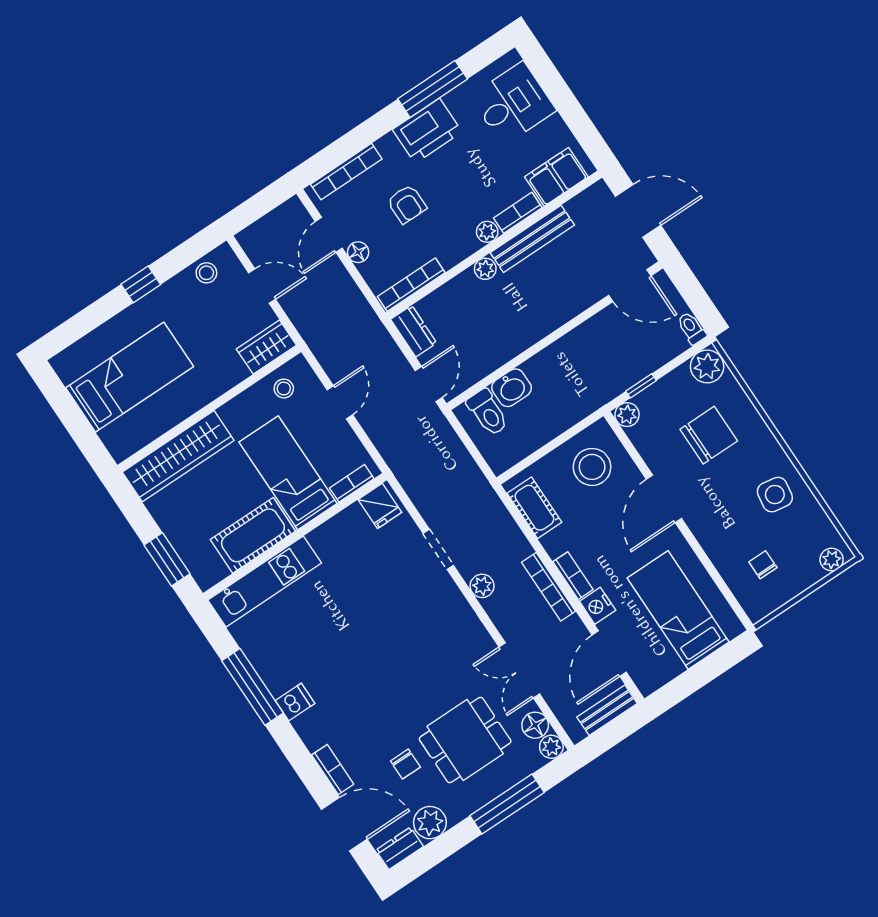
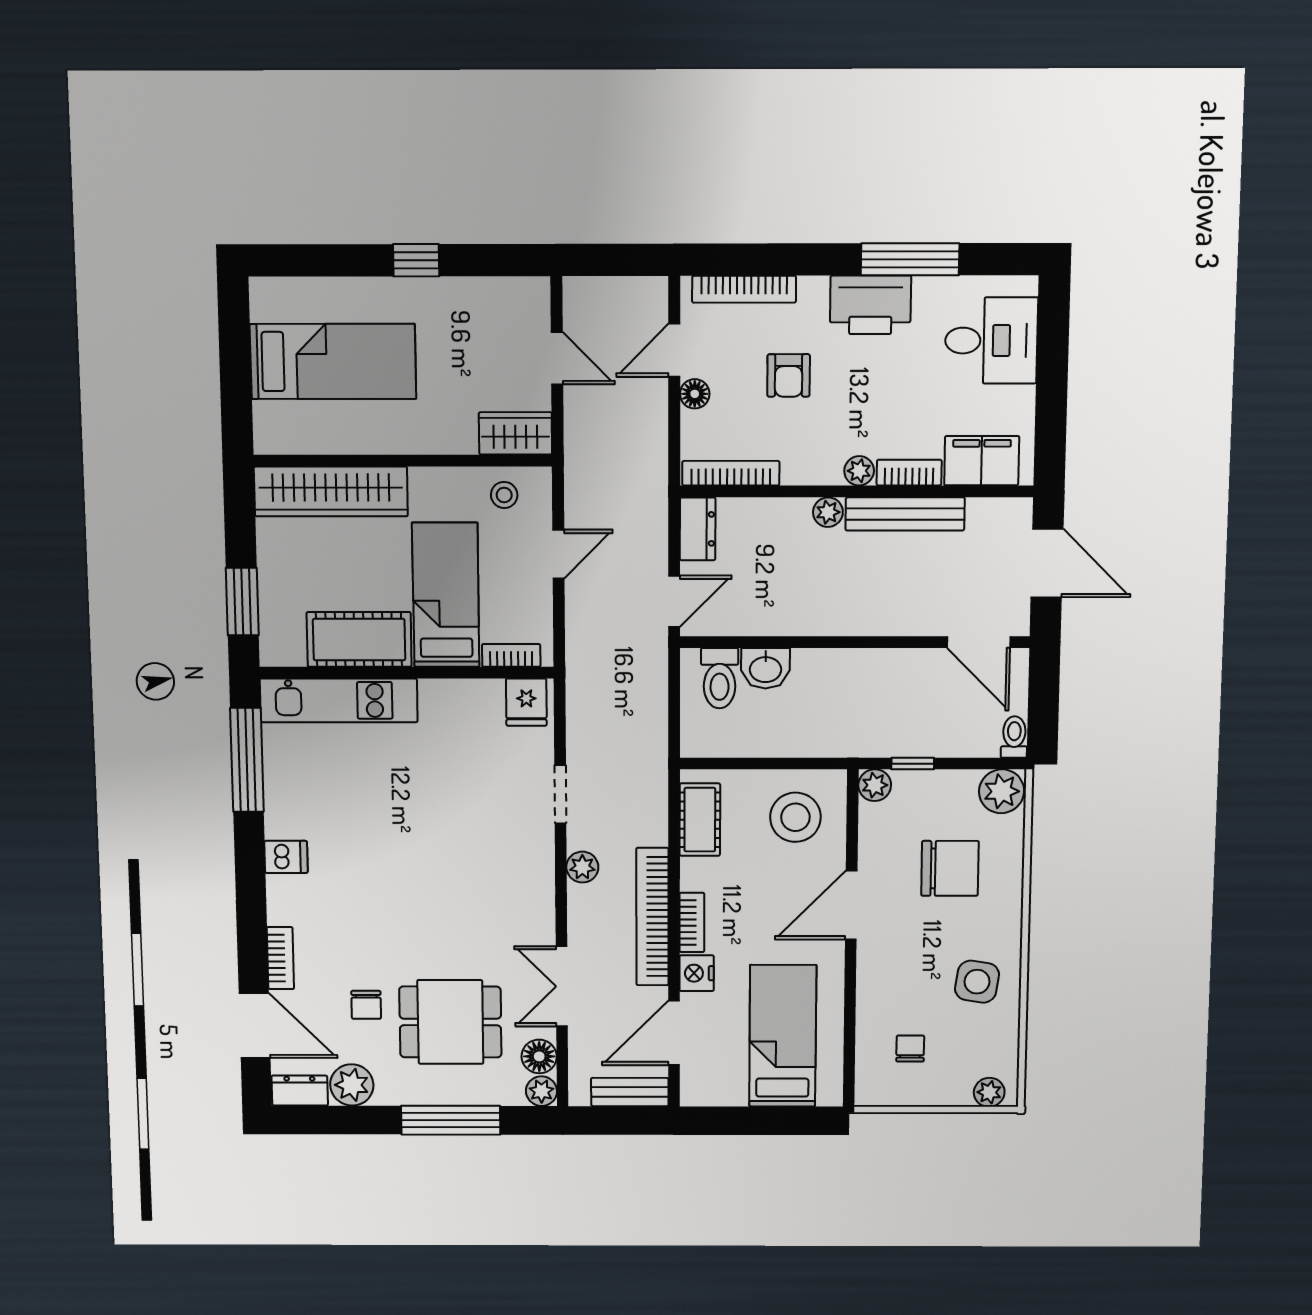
stool: (206, 273) -> (502, 299), removed
bookcase: (548, 587) -> (652, 917), width x1.48, depth x1.31
window: (252, 687) -> (247, 760), moved

